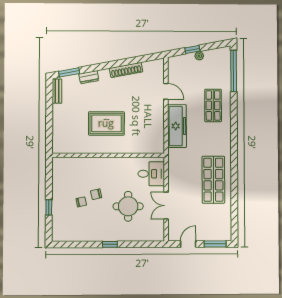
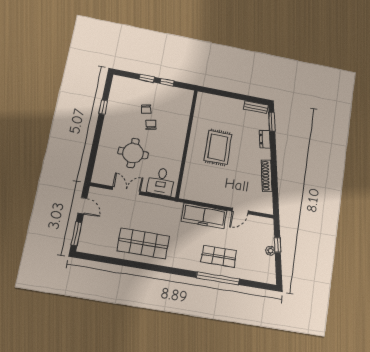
window: (234, 71) -> (218, 278), moved
window: (49, 186) -> (167, 82), added
window: (110, 244) -> (103, 107), moved

